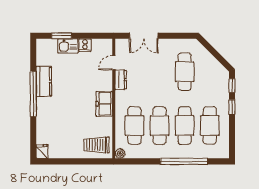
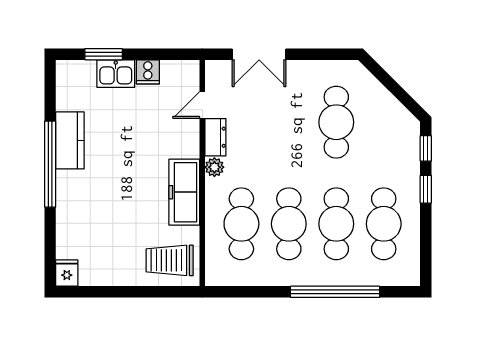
freezer: (104, 104) -> (184, 192), width x1.40
plant: (120, 153) -> (214, 167), moved

